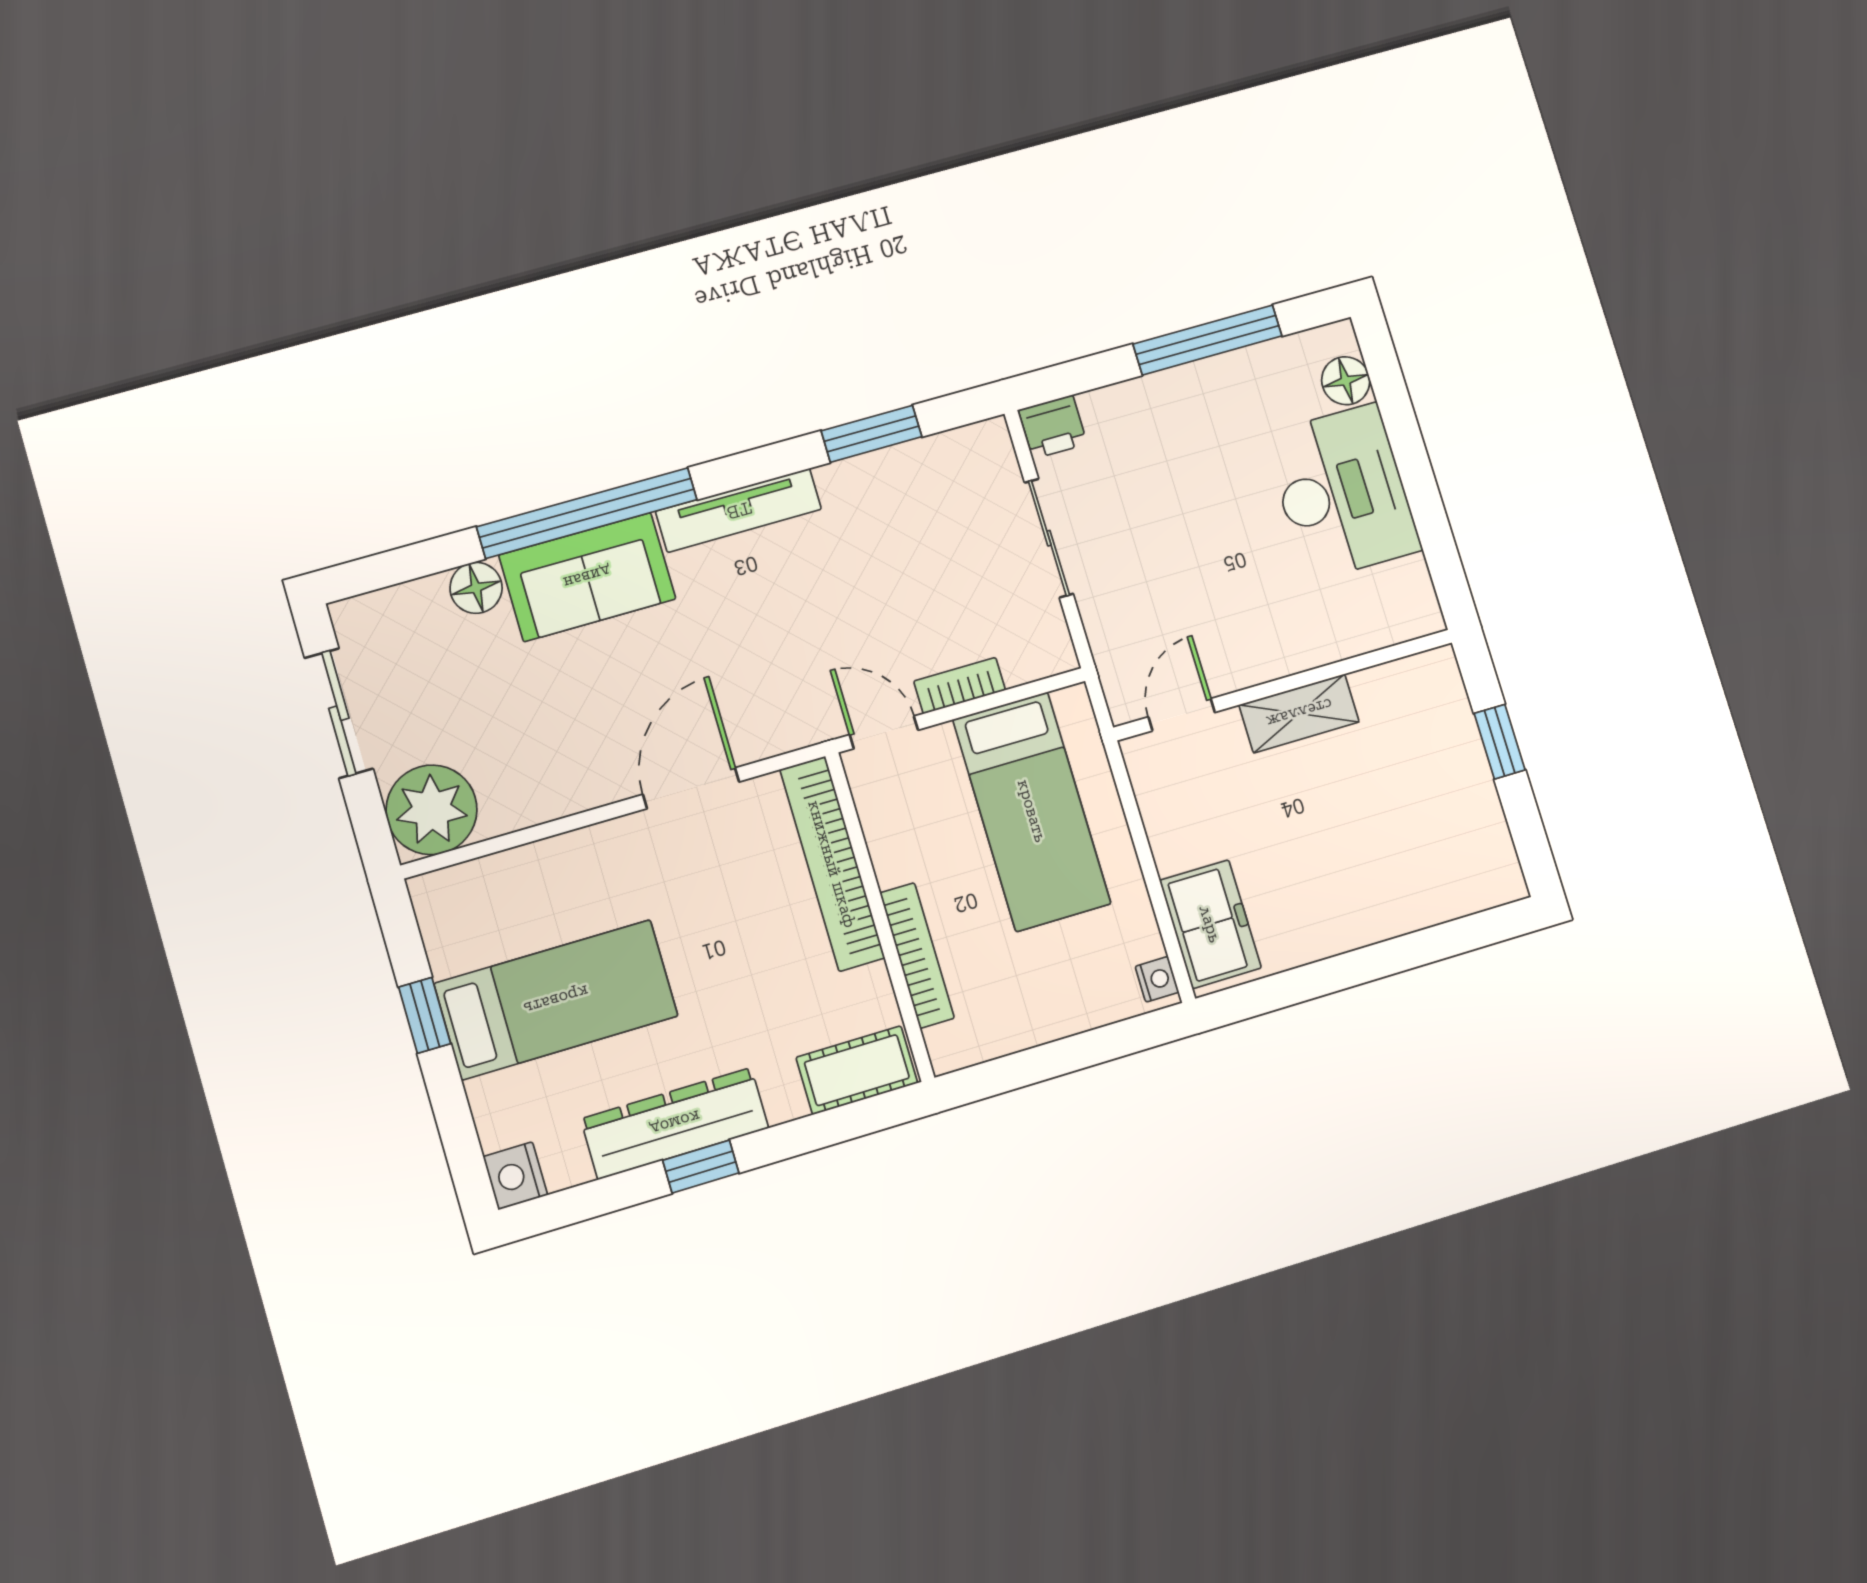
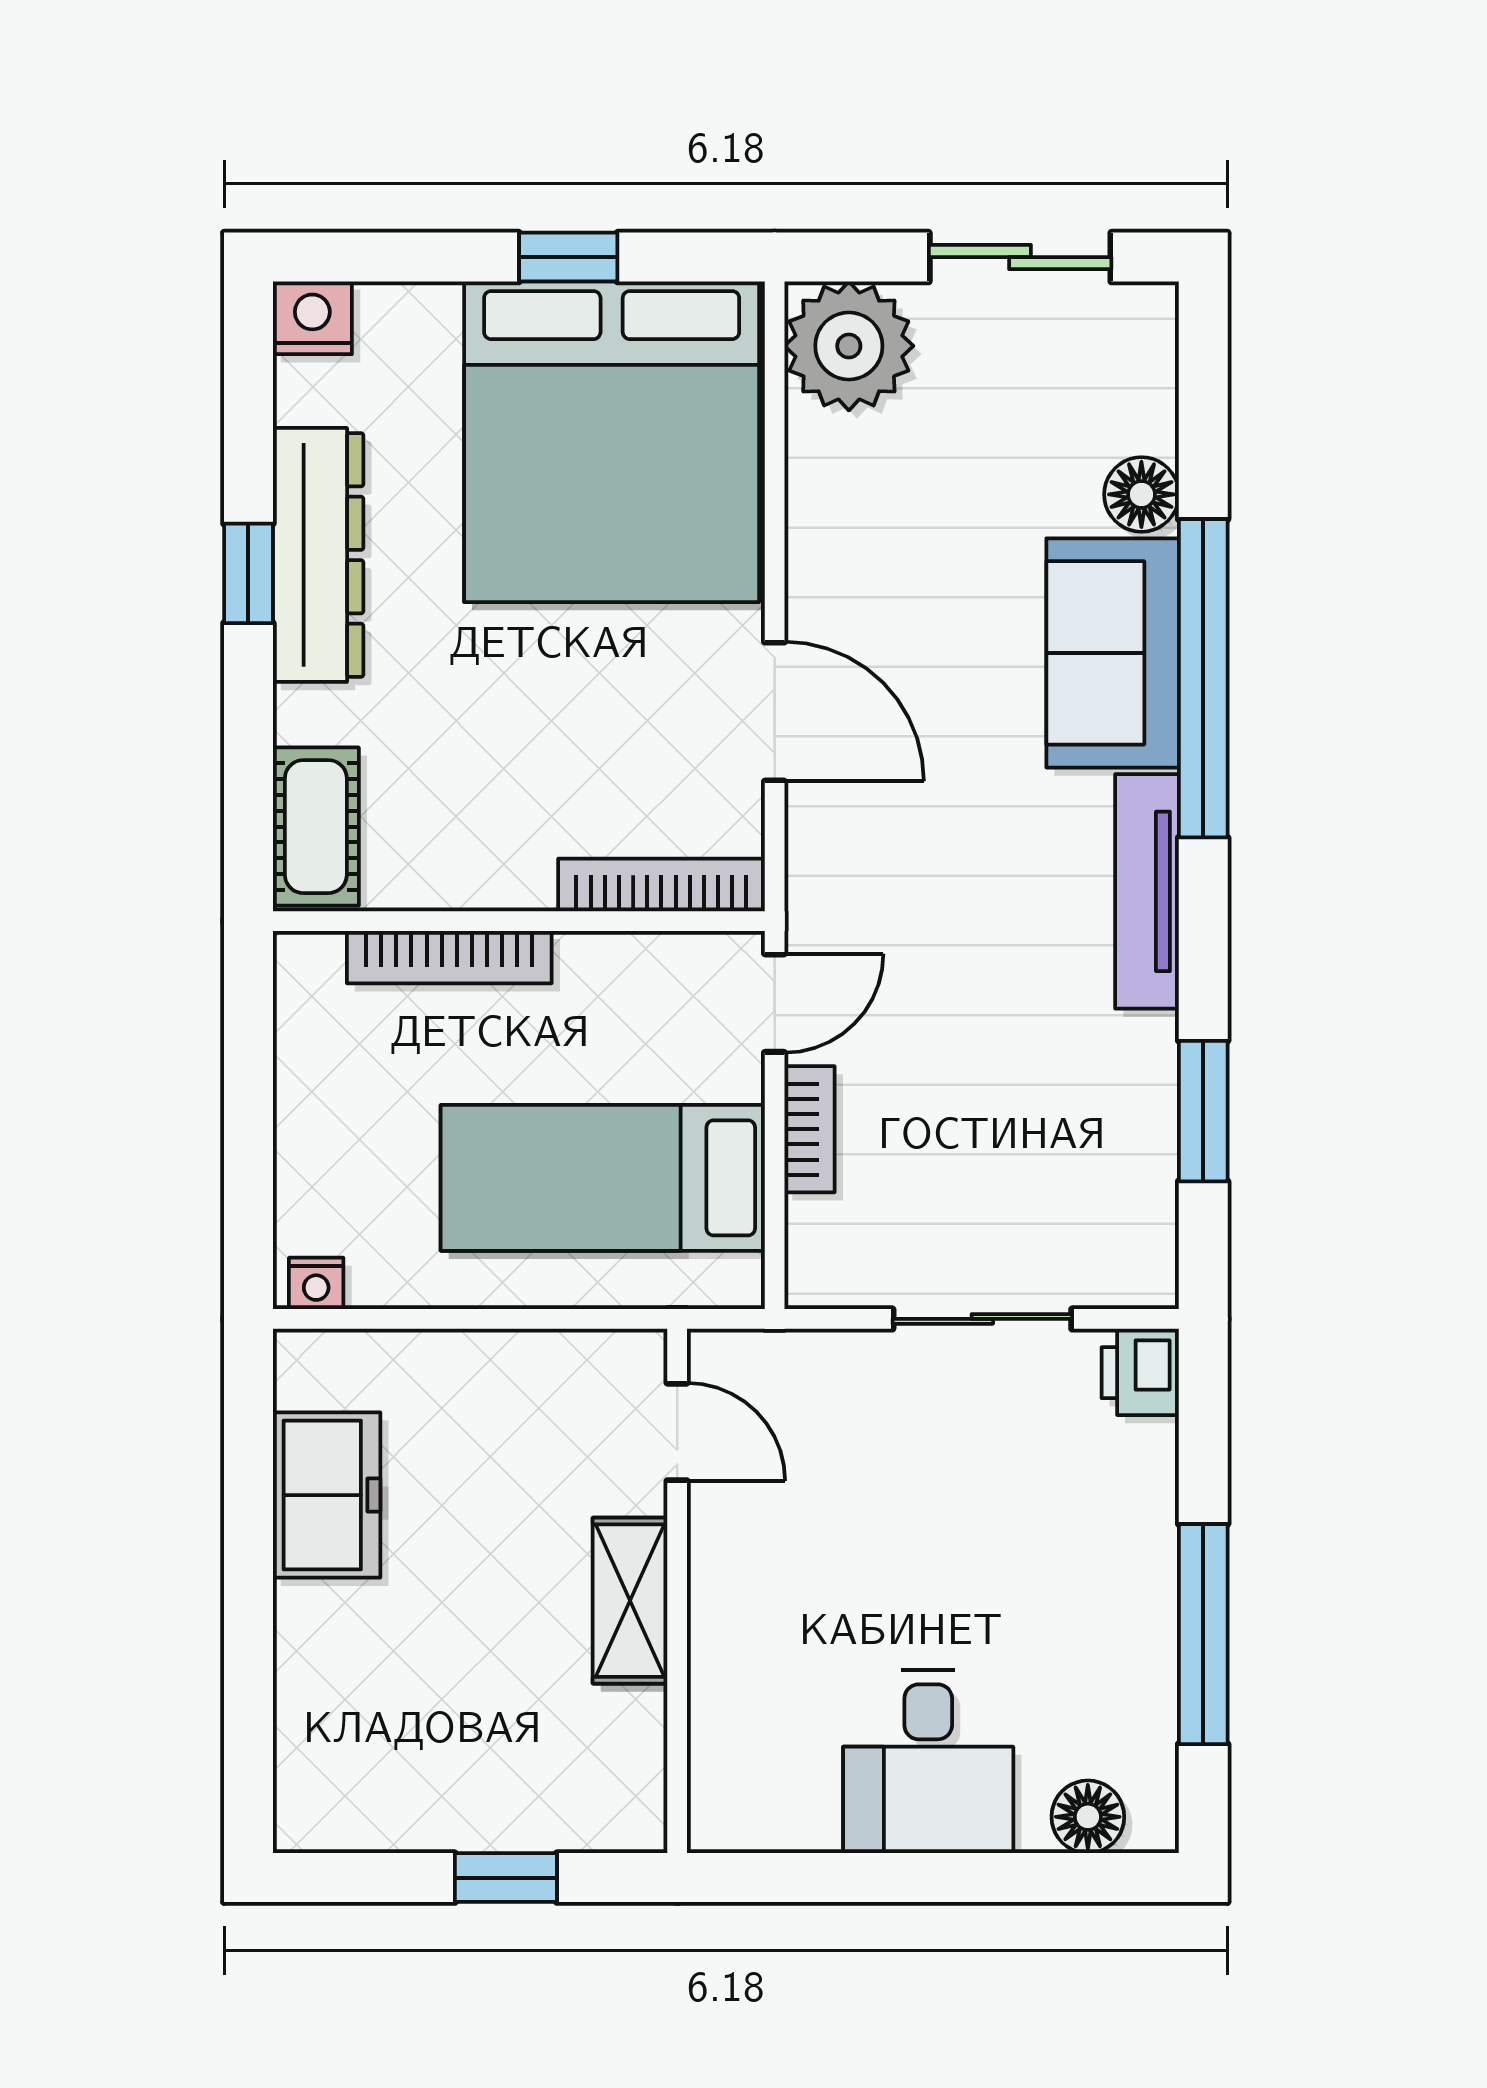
desk: (1342, 492) -> (928, 1761), width x0.73
bookcase: (832, 864) -> (661, 885), width x0.68, depth x0.76
freezer: (1210, 924) -> (327, 1495), moved, turned -90
bed: (556, 1000) -> (612, 442), width x2.04

